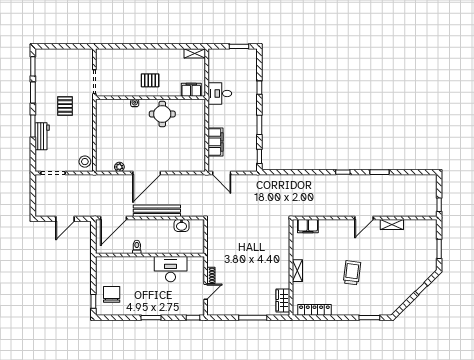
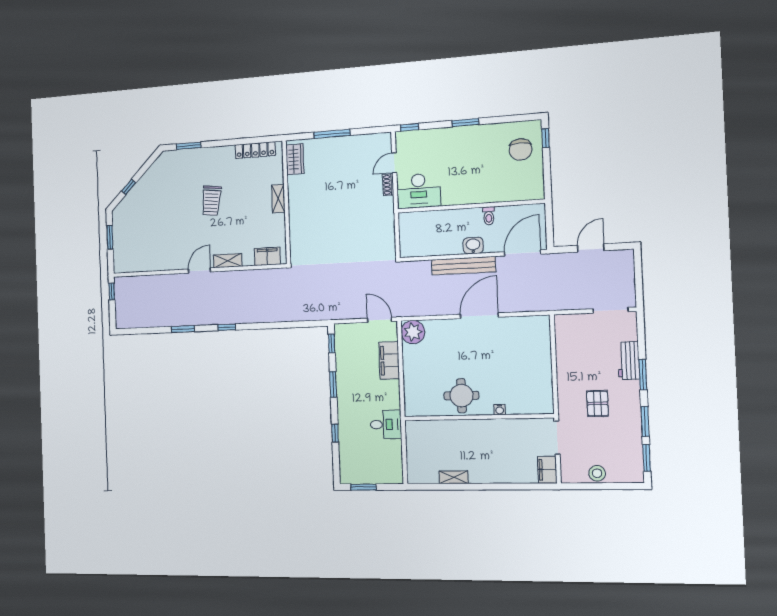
shelving: (195, 53) -> (454, 477), moved
pallet: (150, 80) -> (480, 441), removed
filing cabinet: (191, 90) -> (547, 470), moved, turned 90
stool: (85, 162) -> (597, 473), moved
plant: (119, 167) -> (413, 332), moved, width x1.88, depth x1.88
shelving: (392, 224) -> (228, 261), moved
washbasin: (182, 225) -> (473, 246), moved
desk: (171, 269) -> (419, 191), moved

